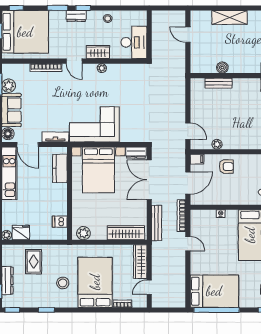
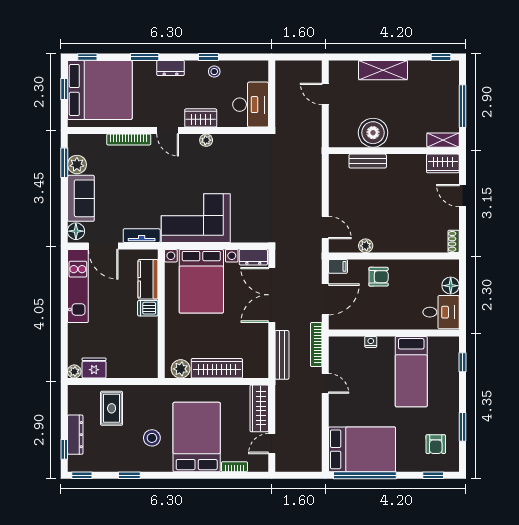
window: (83, 8) -> (208, 57), moved
boiler: (222, 68) -> (373, 133), width x1.86, depth x1.86
dishwasher: (60, 222) -> (148, 308), moved
wardrobe: (126, 233) -> (217, 368), moved

